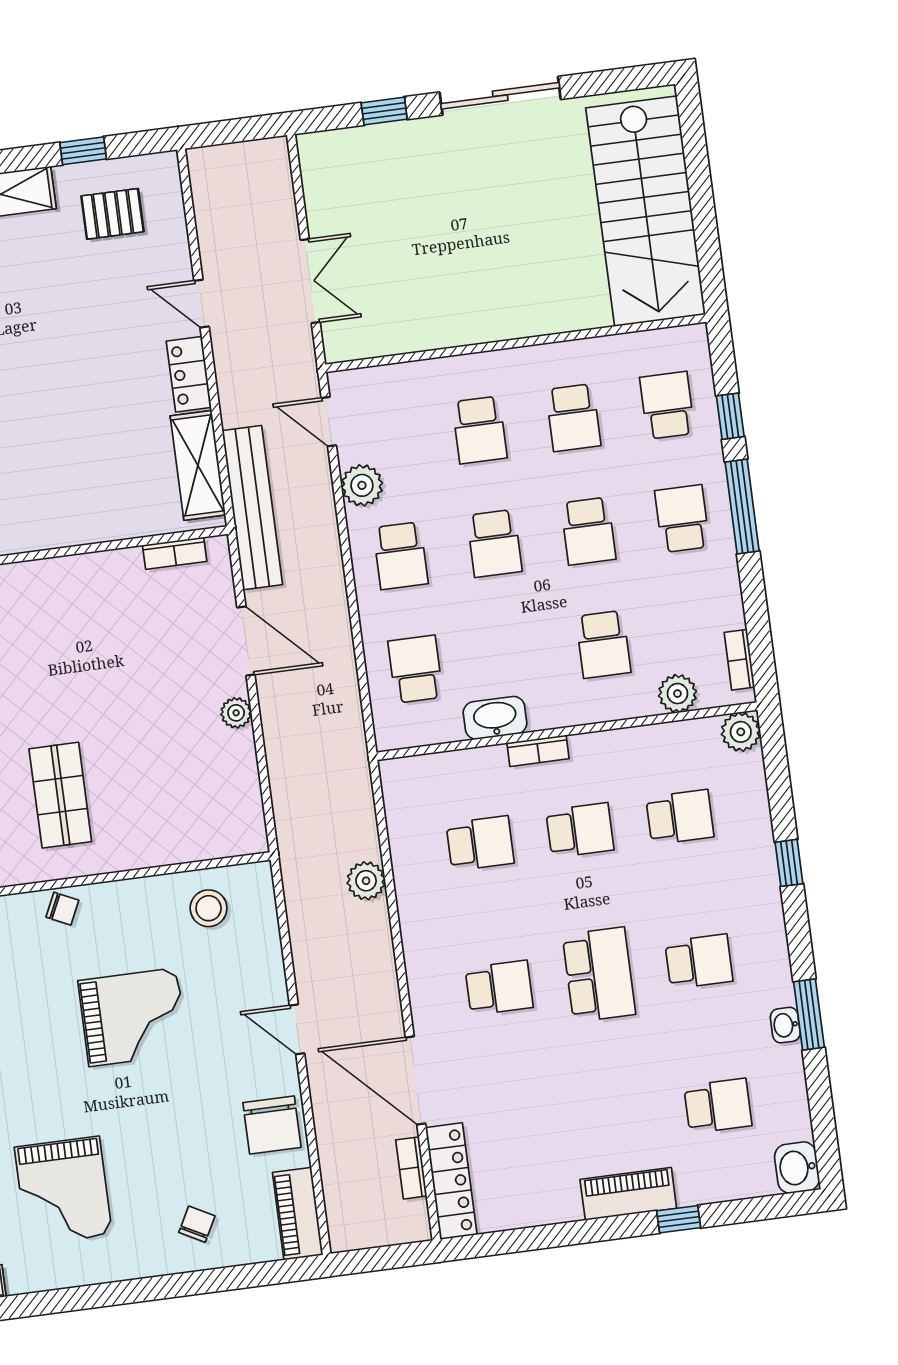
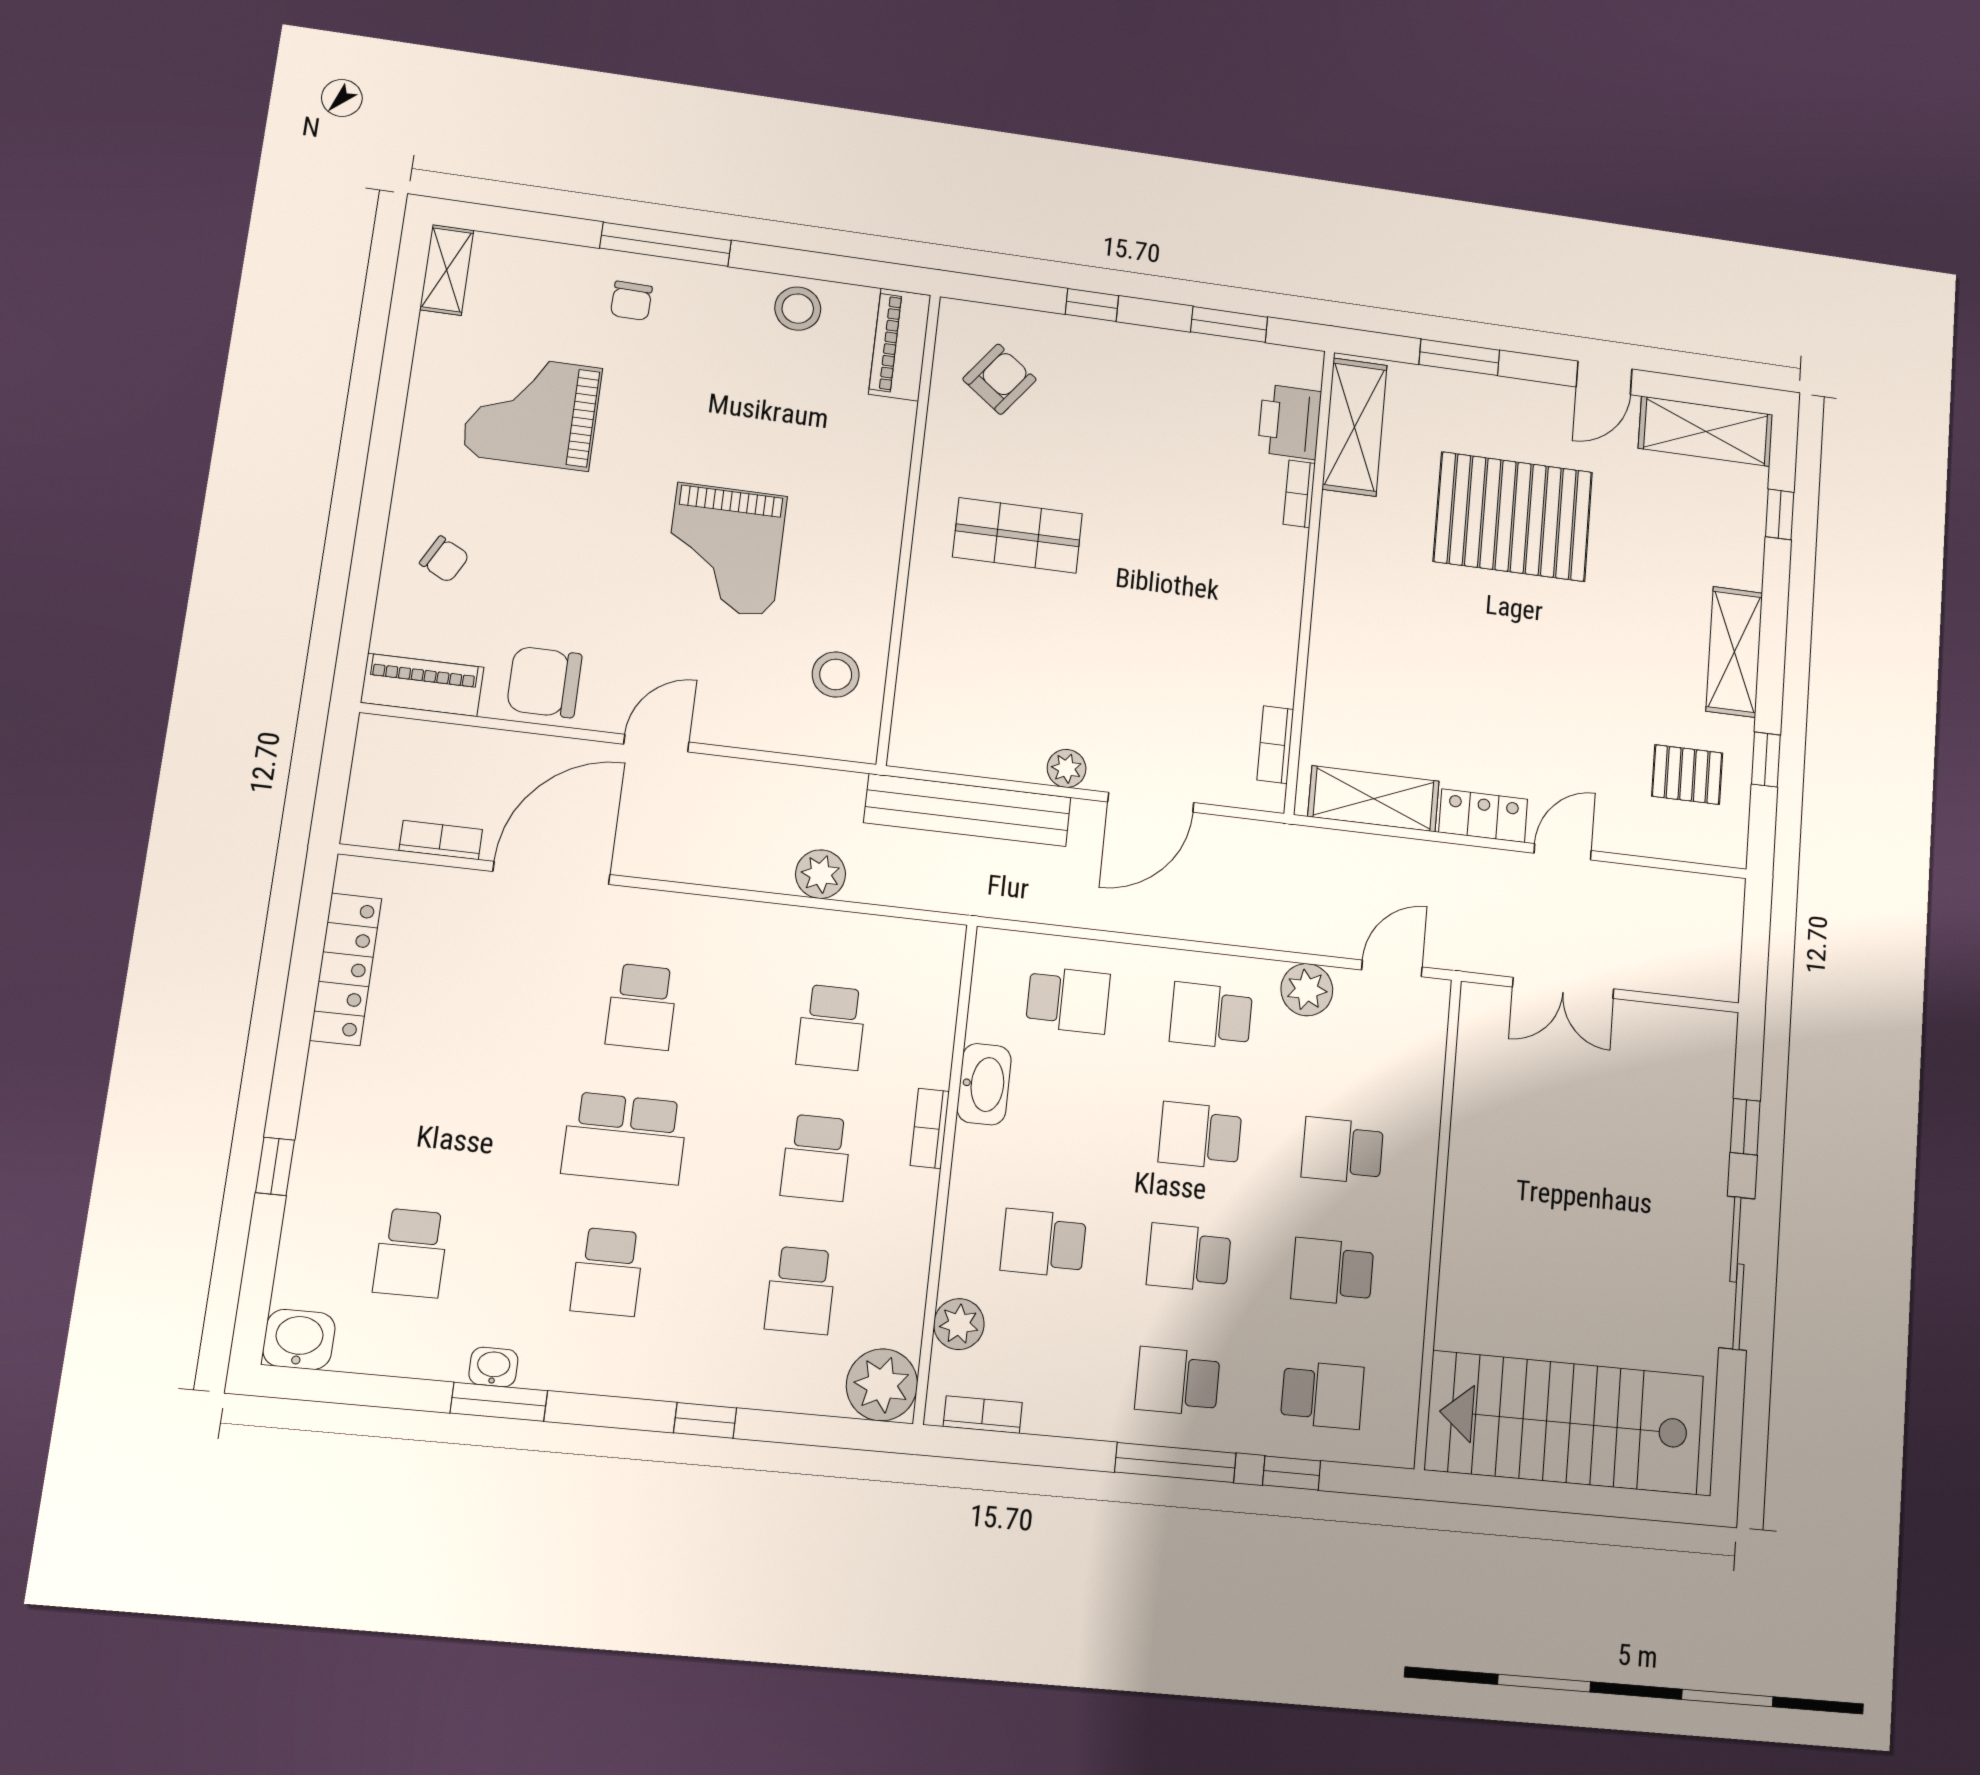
pallet: (112, 214) -> (1687, 775), turned 90
bench: (252, 508) -> (968, 810), moved
school desk: (682, 519) -> (1178, 1381), turned 180
plant: (741, 732) -> (882, 1385), width x1.36, depth x1.36
chair: (62, 909) -> (880, 502), removed
locker: (451, 1181) -> (346, 969), moved, turned -90
piano: (628, 1194) -> (328, 1108), removed

